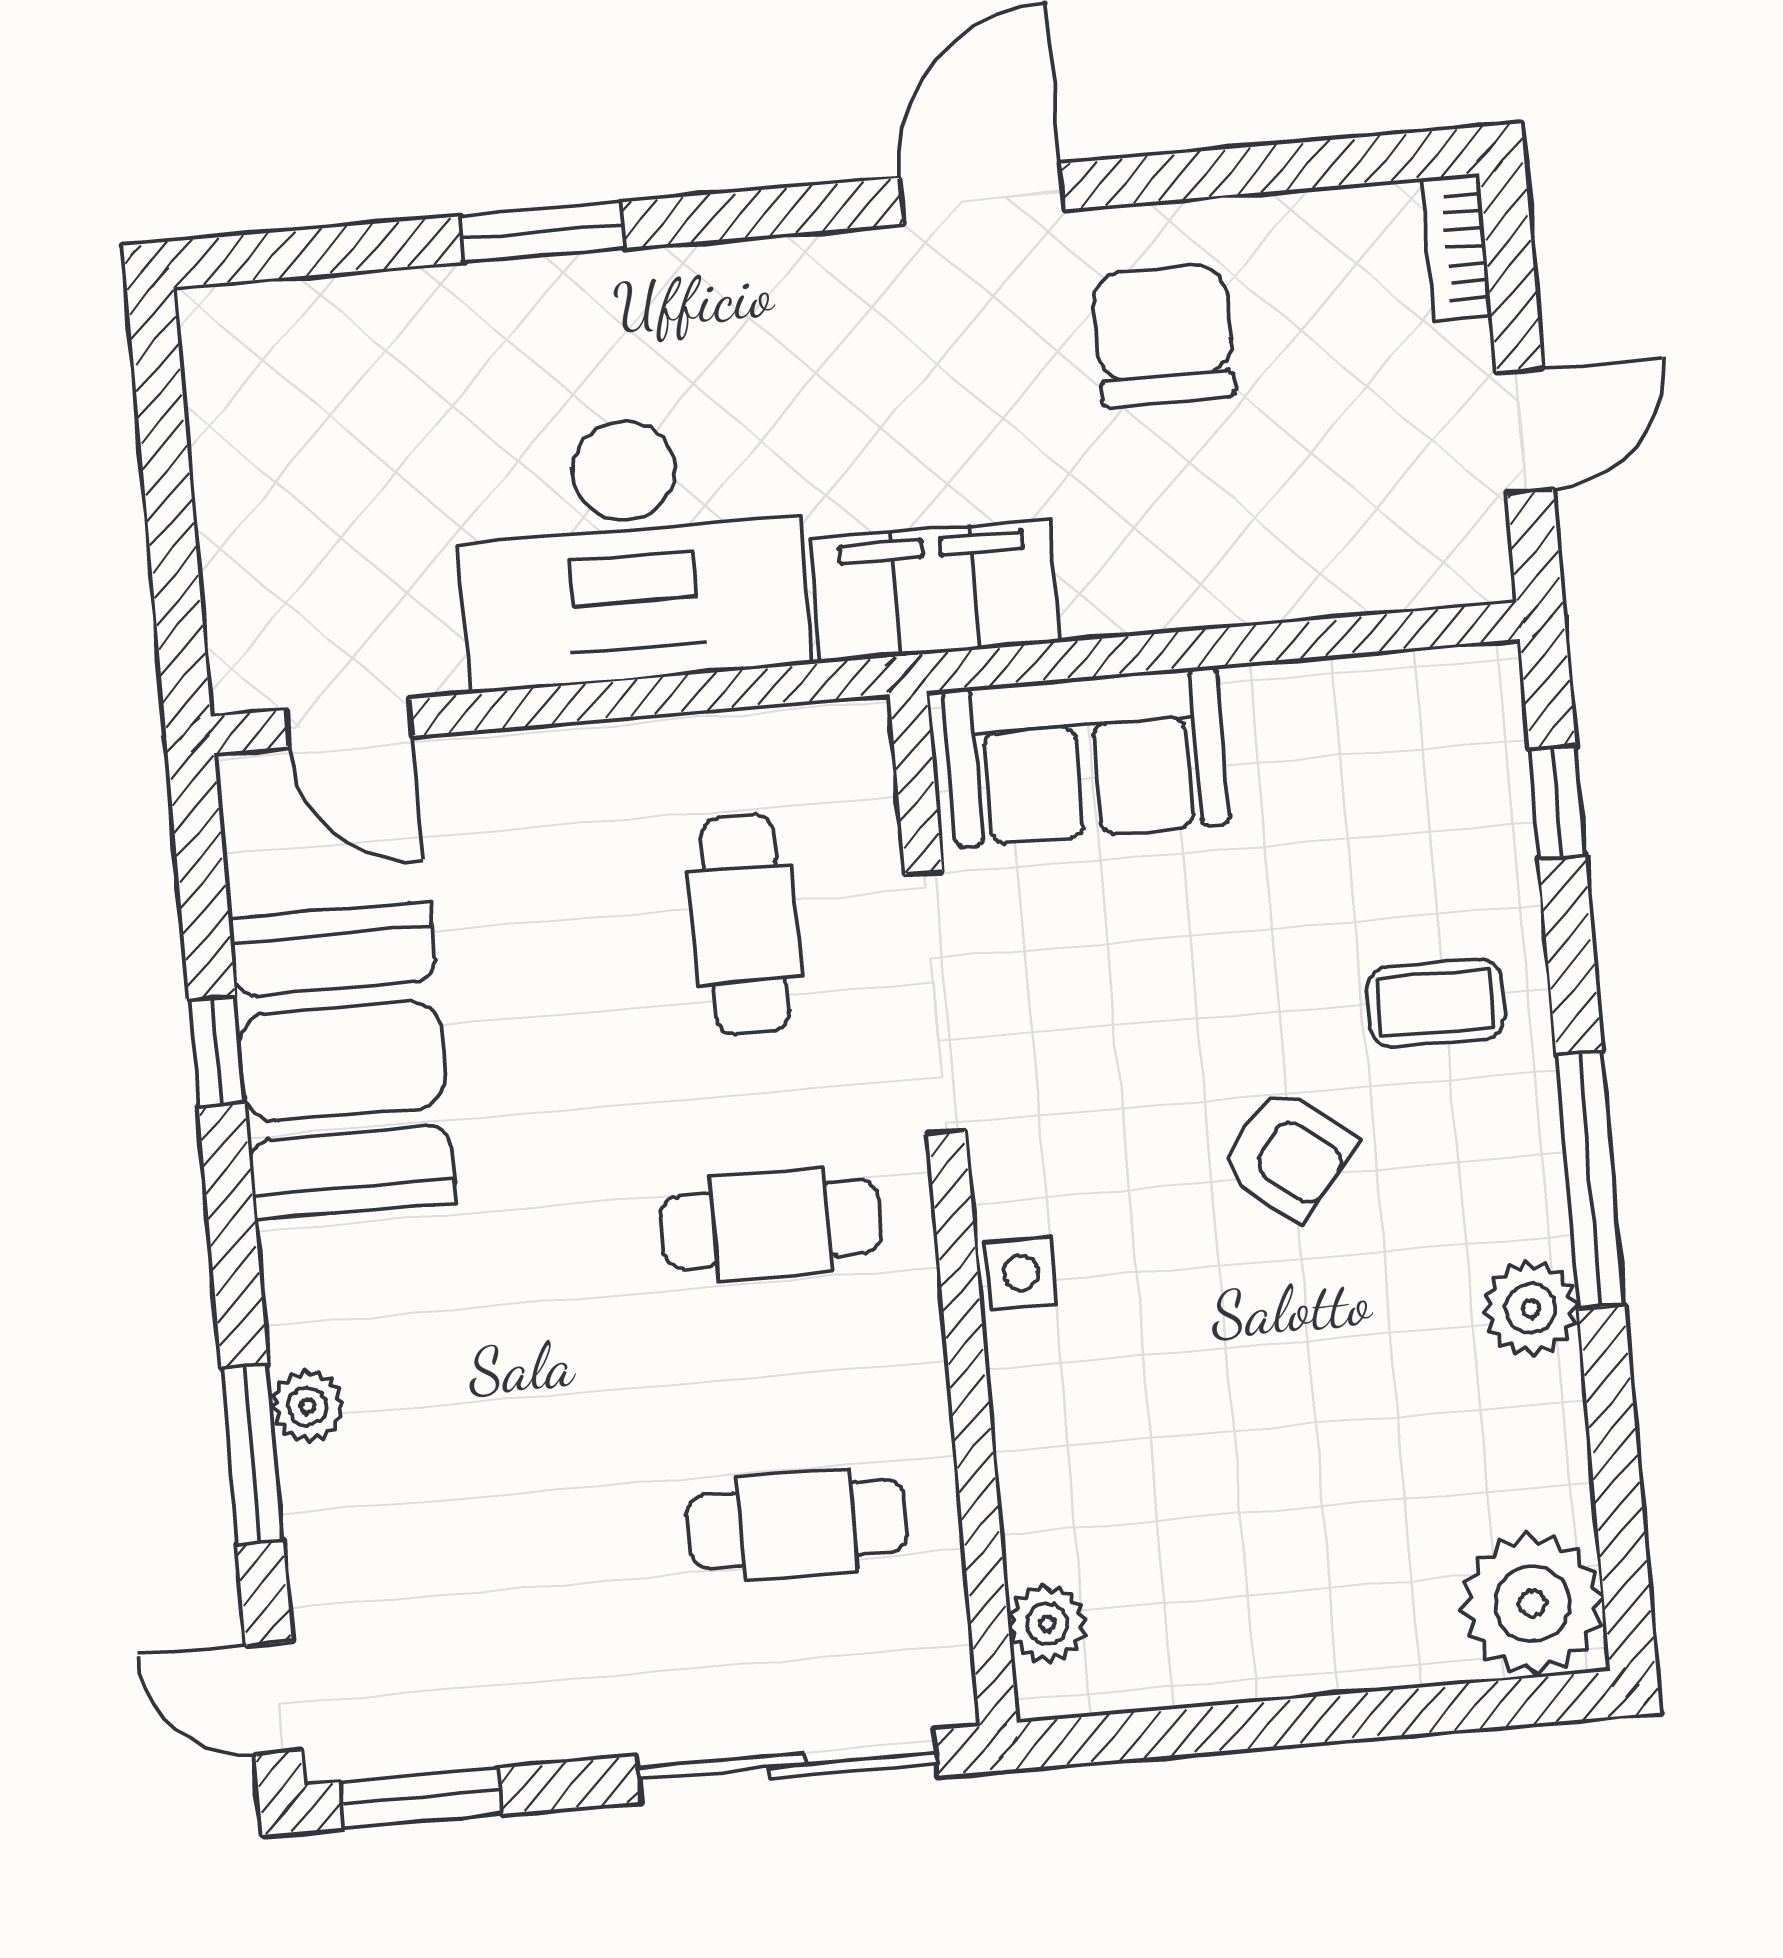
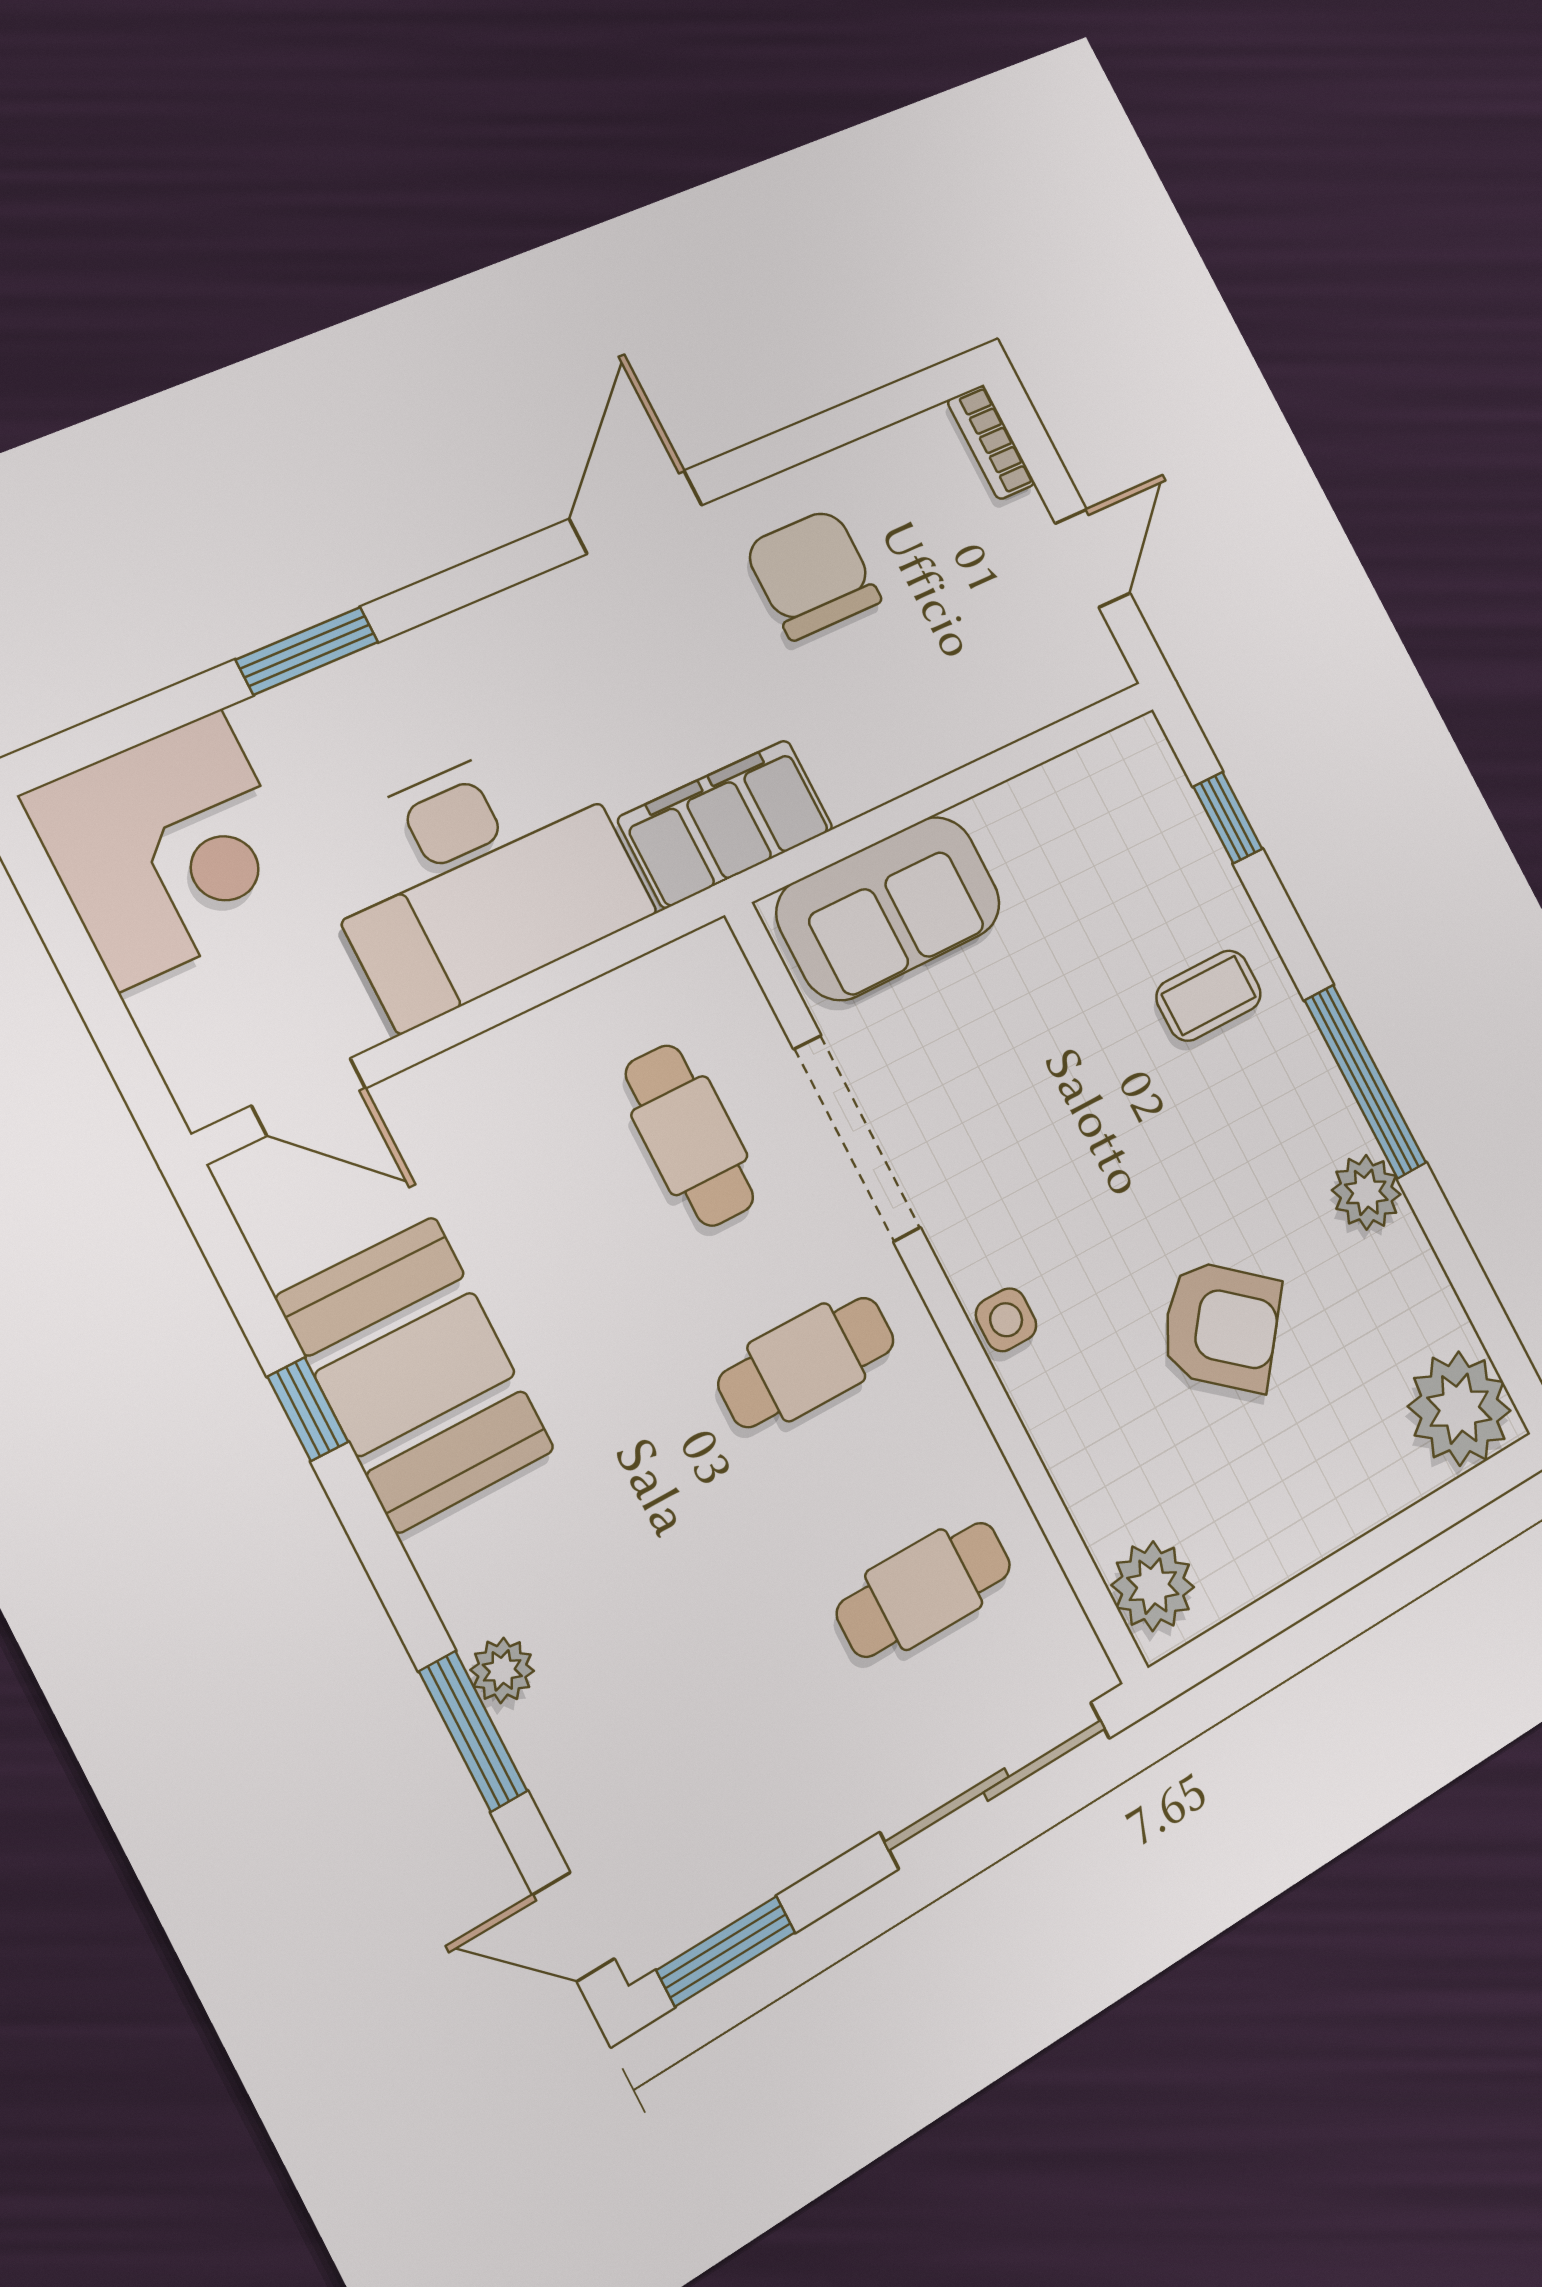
corner desk: (309, 402) -> (170, 849), added
armchair: (1288, 1154) -> (1221, 1326), moved, width x1.38, depth x1.38
plant: (1047, 1624) -> (1153, 1586), width x1.38, depth x1.38

